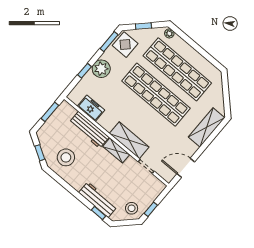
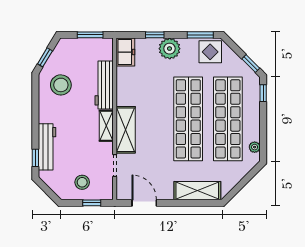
window: (143, 26) -> (251, 63), moved
plant: (169, 33) -> (255, 147), moved
window: (180, 33) -> (263, 93), added
freezer: (91, 108) -> (125, 52), moved
stool: (132, 208) -> (82, 182), moved
window: (151, 209) -> (92, 203), moved

